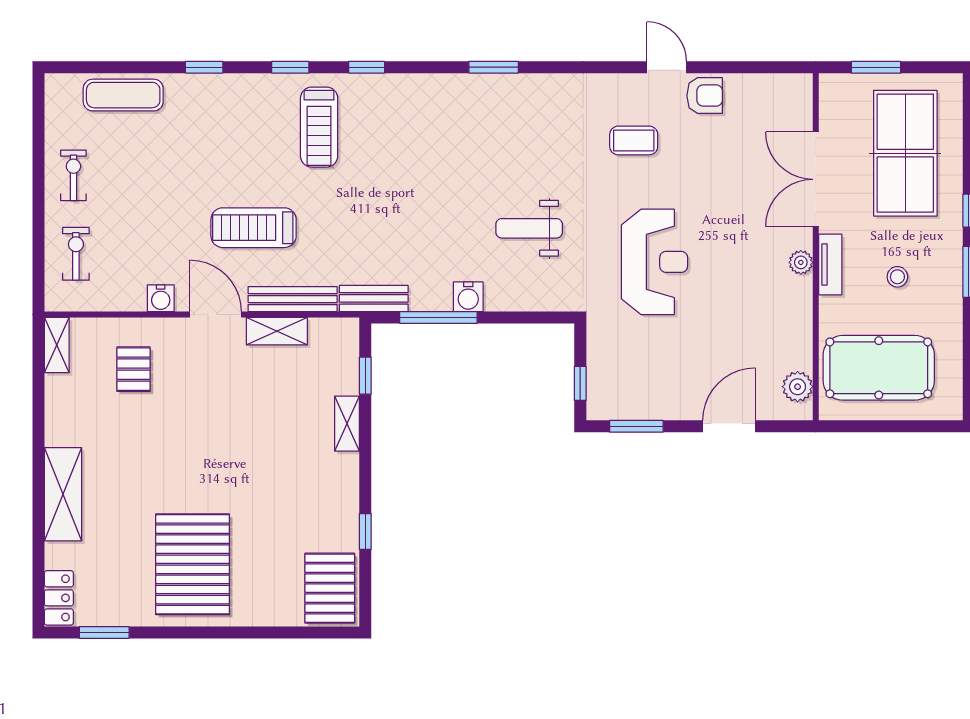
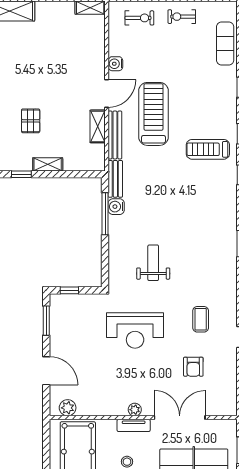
armchair: (705, 96) -> (193, 367), moved
exercise bike: (73, 175) -> (182, 17), turned 180
treadmill: (254, 228) -> (154, 114), width x1.37, depth x1.38
water cooler: (468, 297) -> (116, 207), moved
pallet: (133, 369) -> (31, 121), moved, turned 90
window: (365, 376) -> (21, 174), moved

